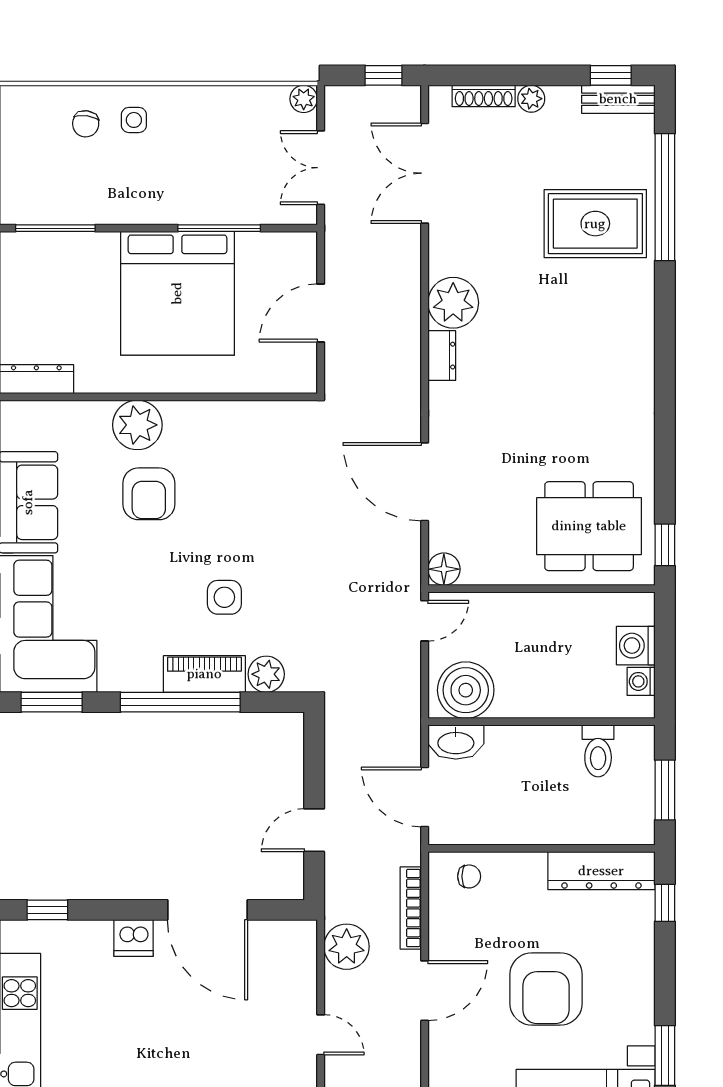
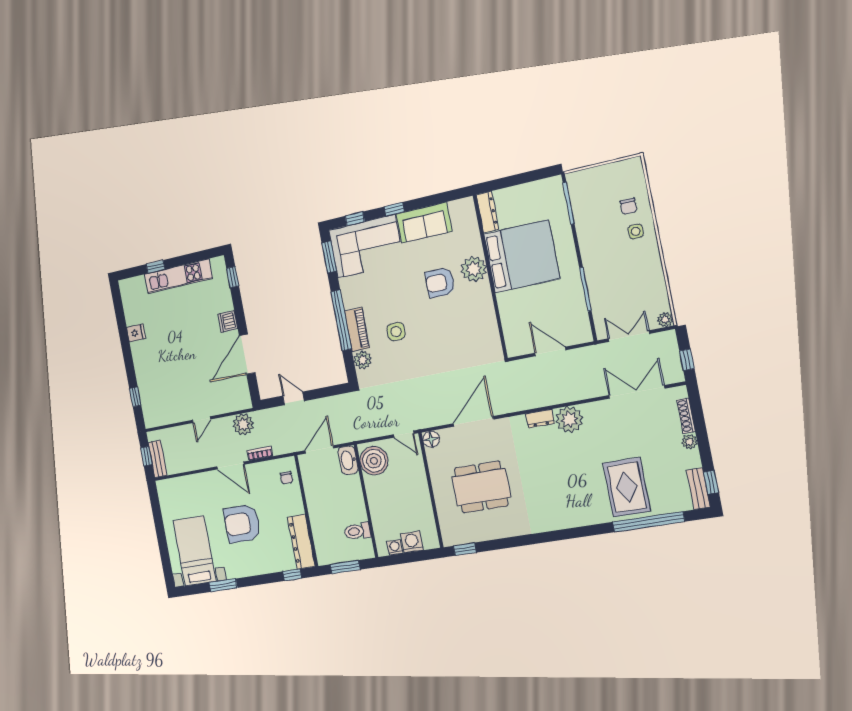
chair: (86, 124) -> (629, 206), turned -98
bed: (177, 293) -> (522, 256), moved, turned 180
dining table: (589, 526) -> (481, 487), moved, turned 90
bookcase: (411, 908) -> (260, 453), width x0.64

